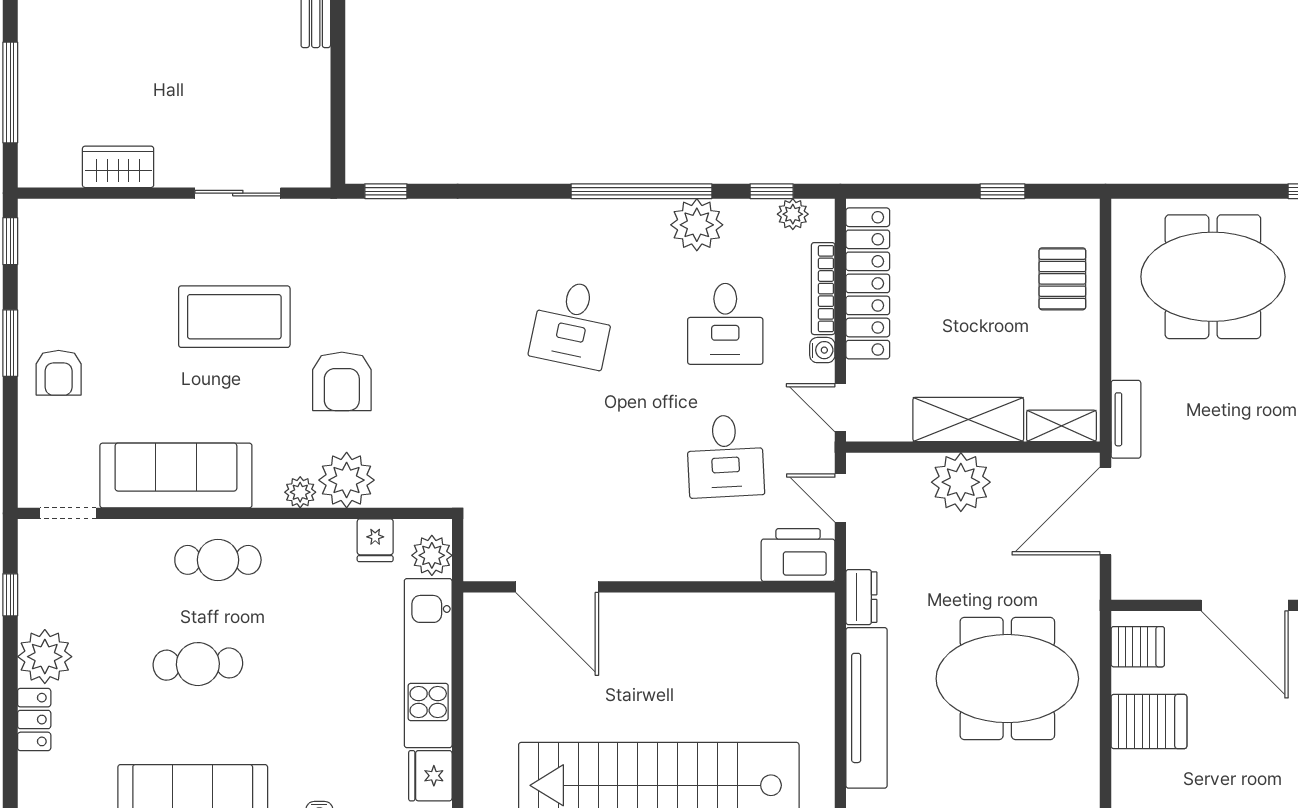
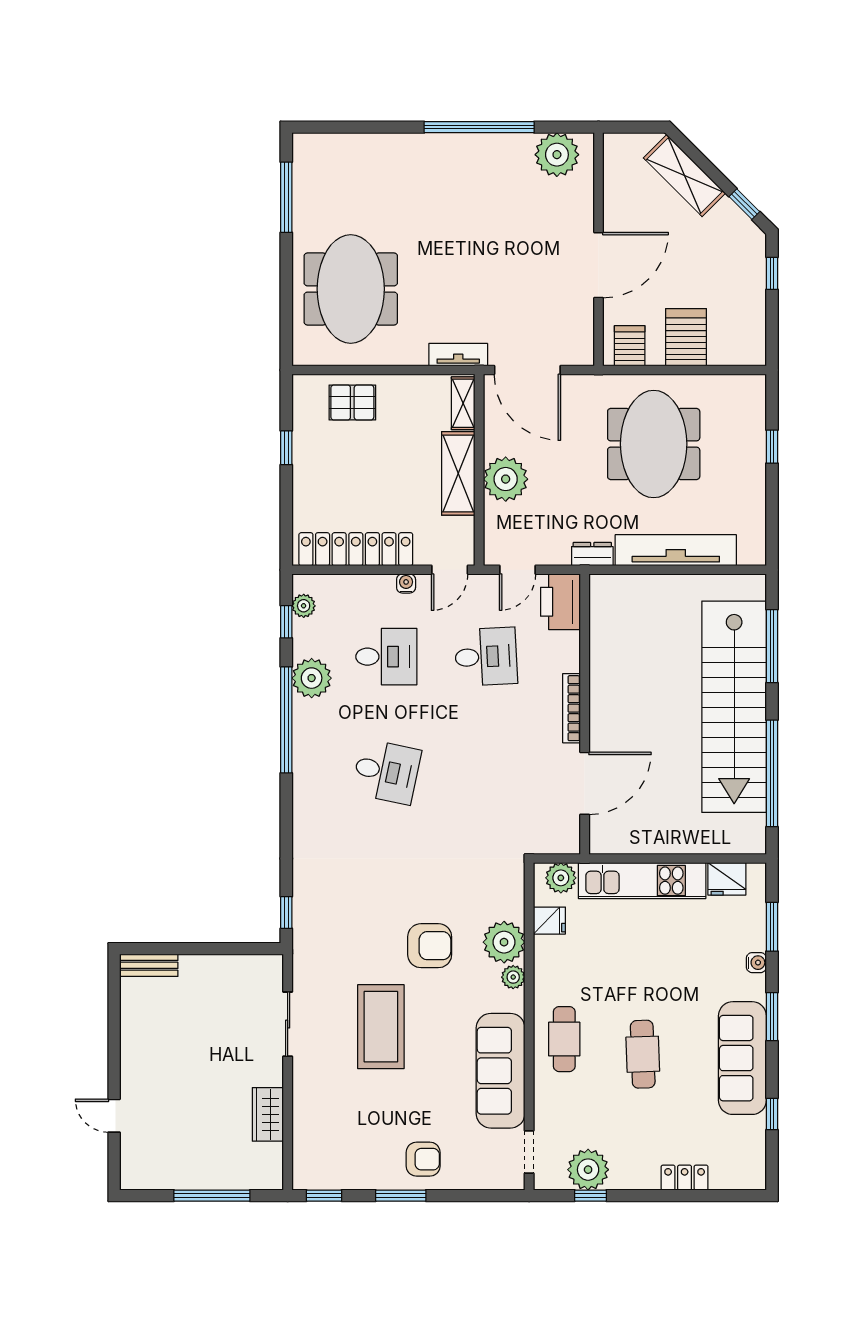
bookcase: (823, 289) -> (572, 708), moved, turned 90
plant: (45, 657) -> (588, 1170), moved

